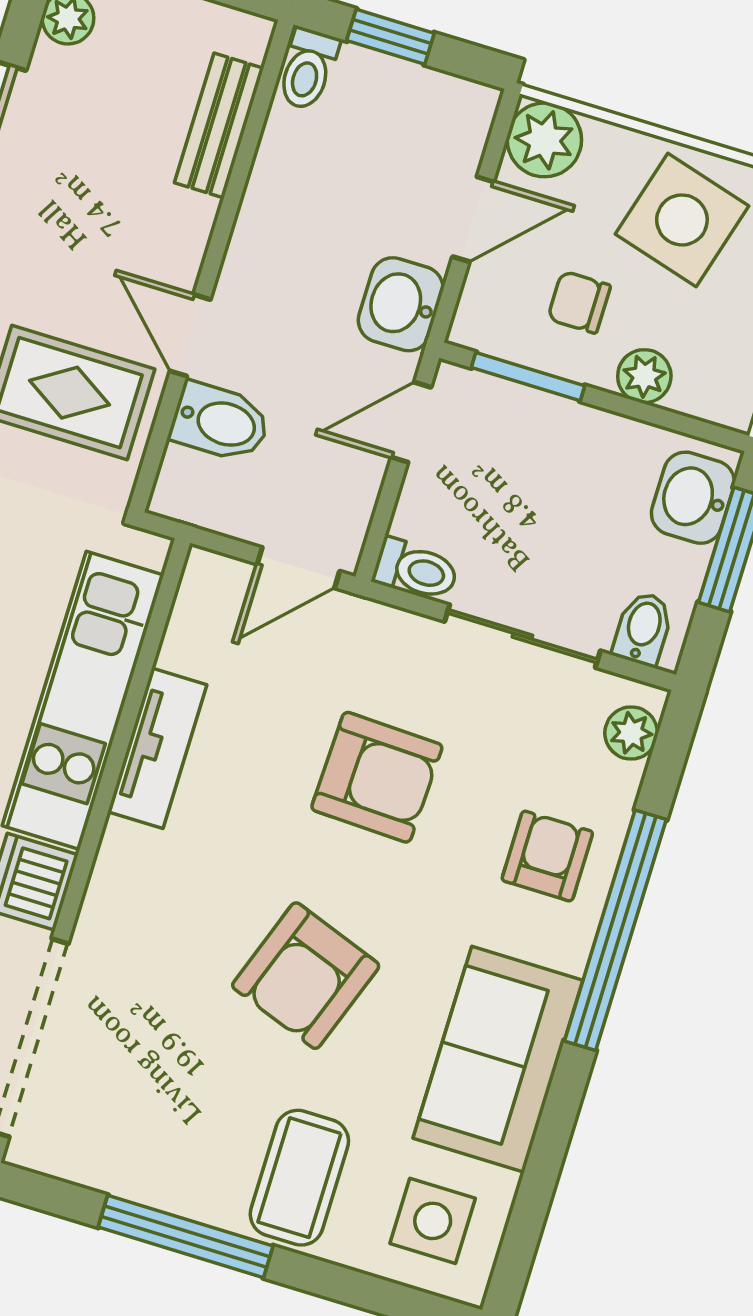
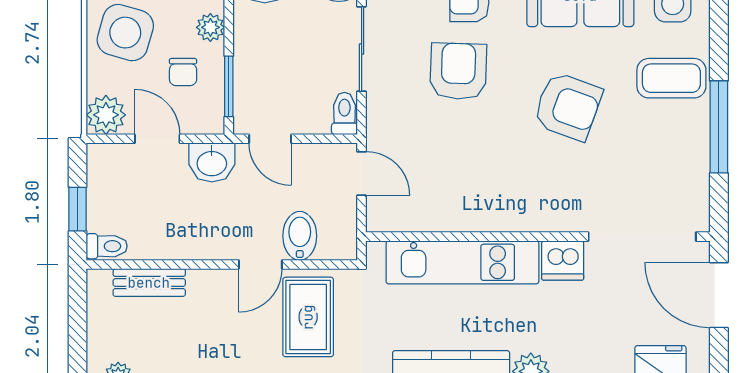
tv unit: (157, 748) -> (475, 217), removed
armchair: (377, 777) -> (458, 71), moved

